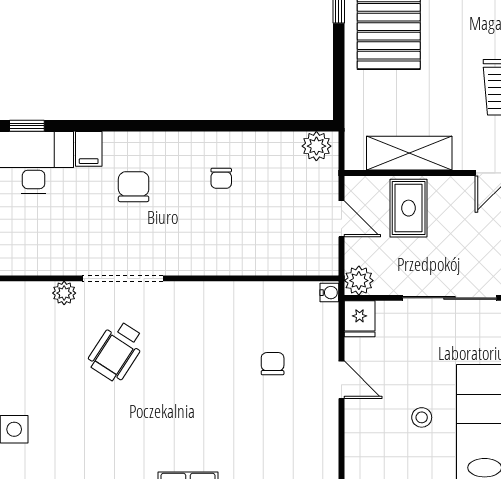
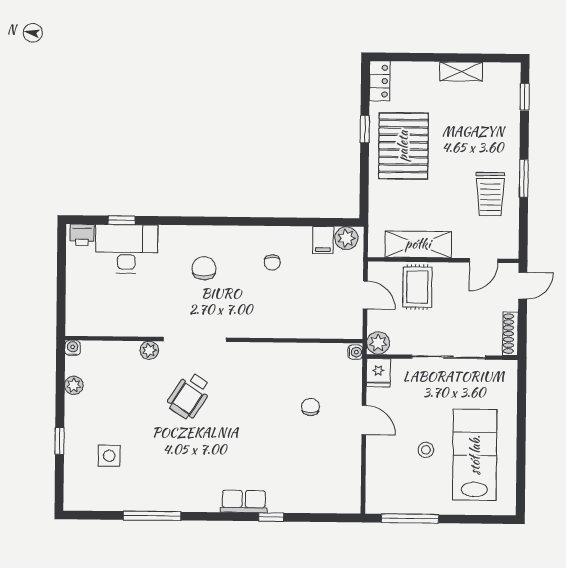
filing cabinet: (89, 149) -> (323, 240), moved

